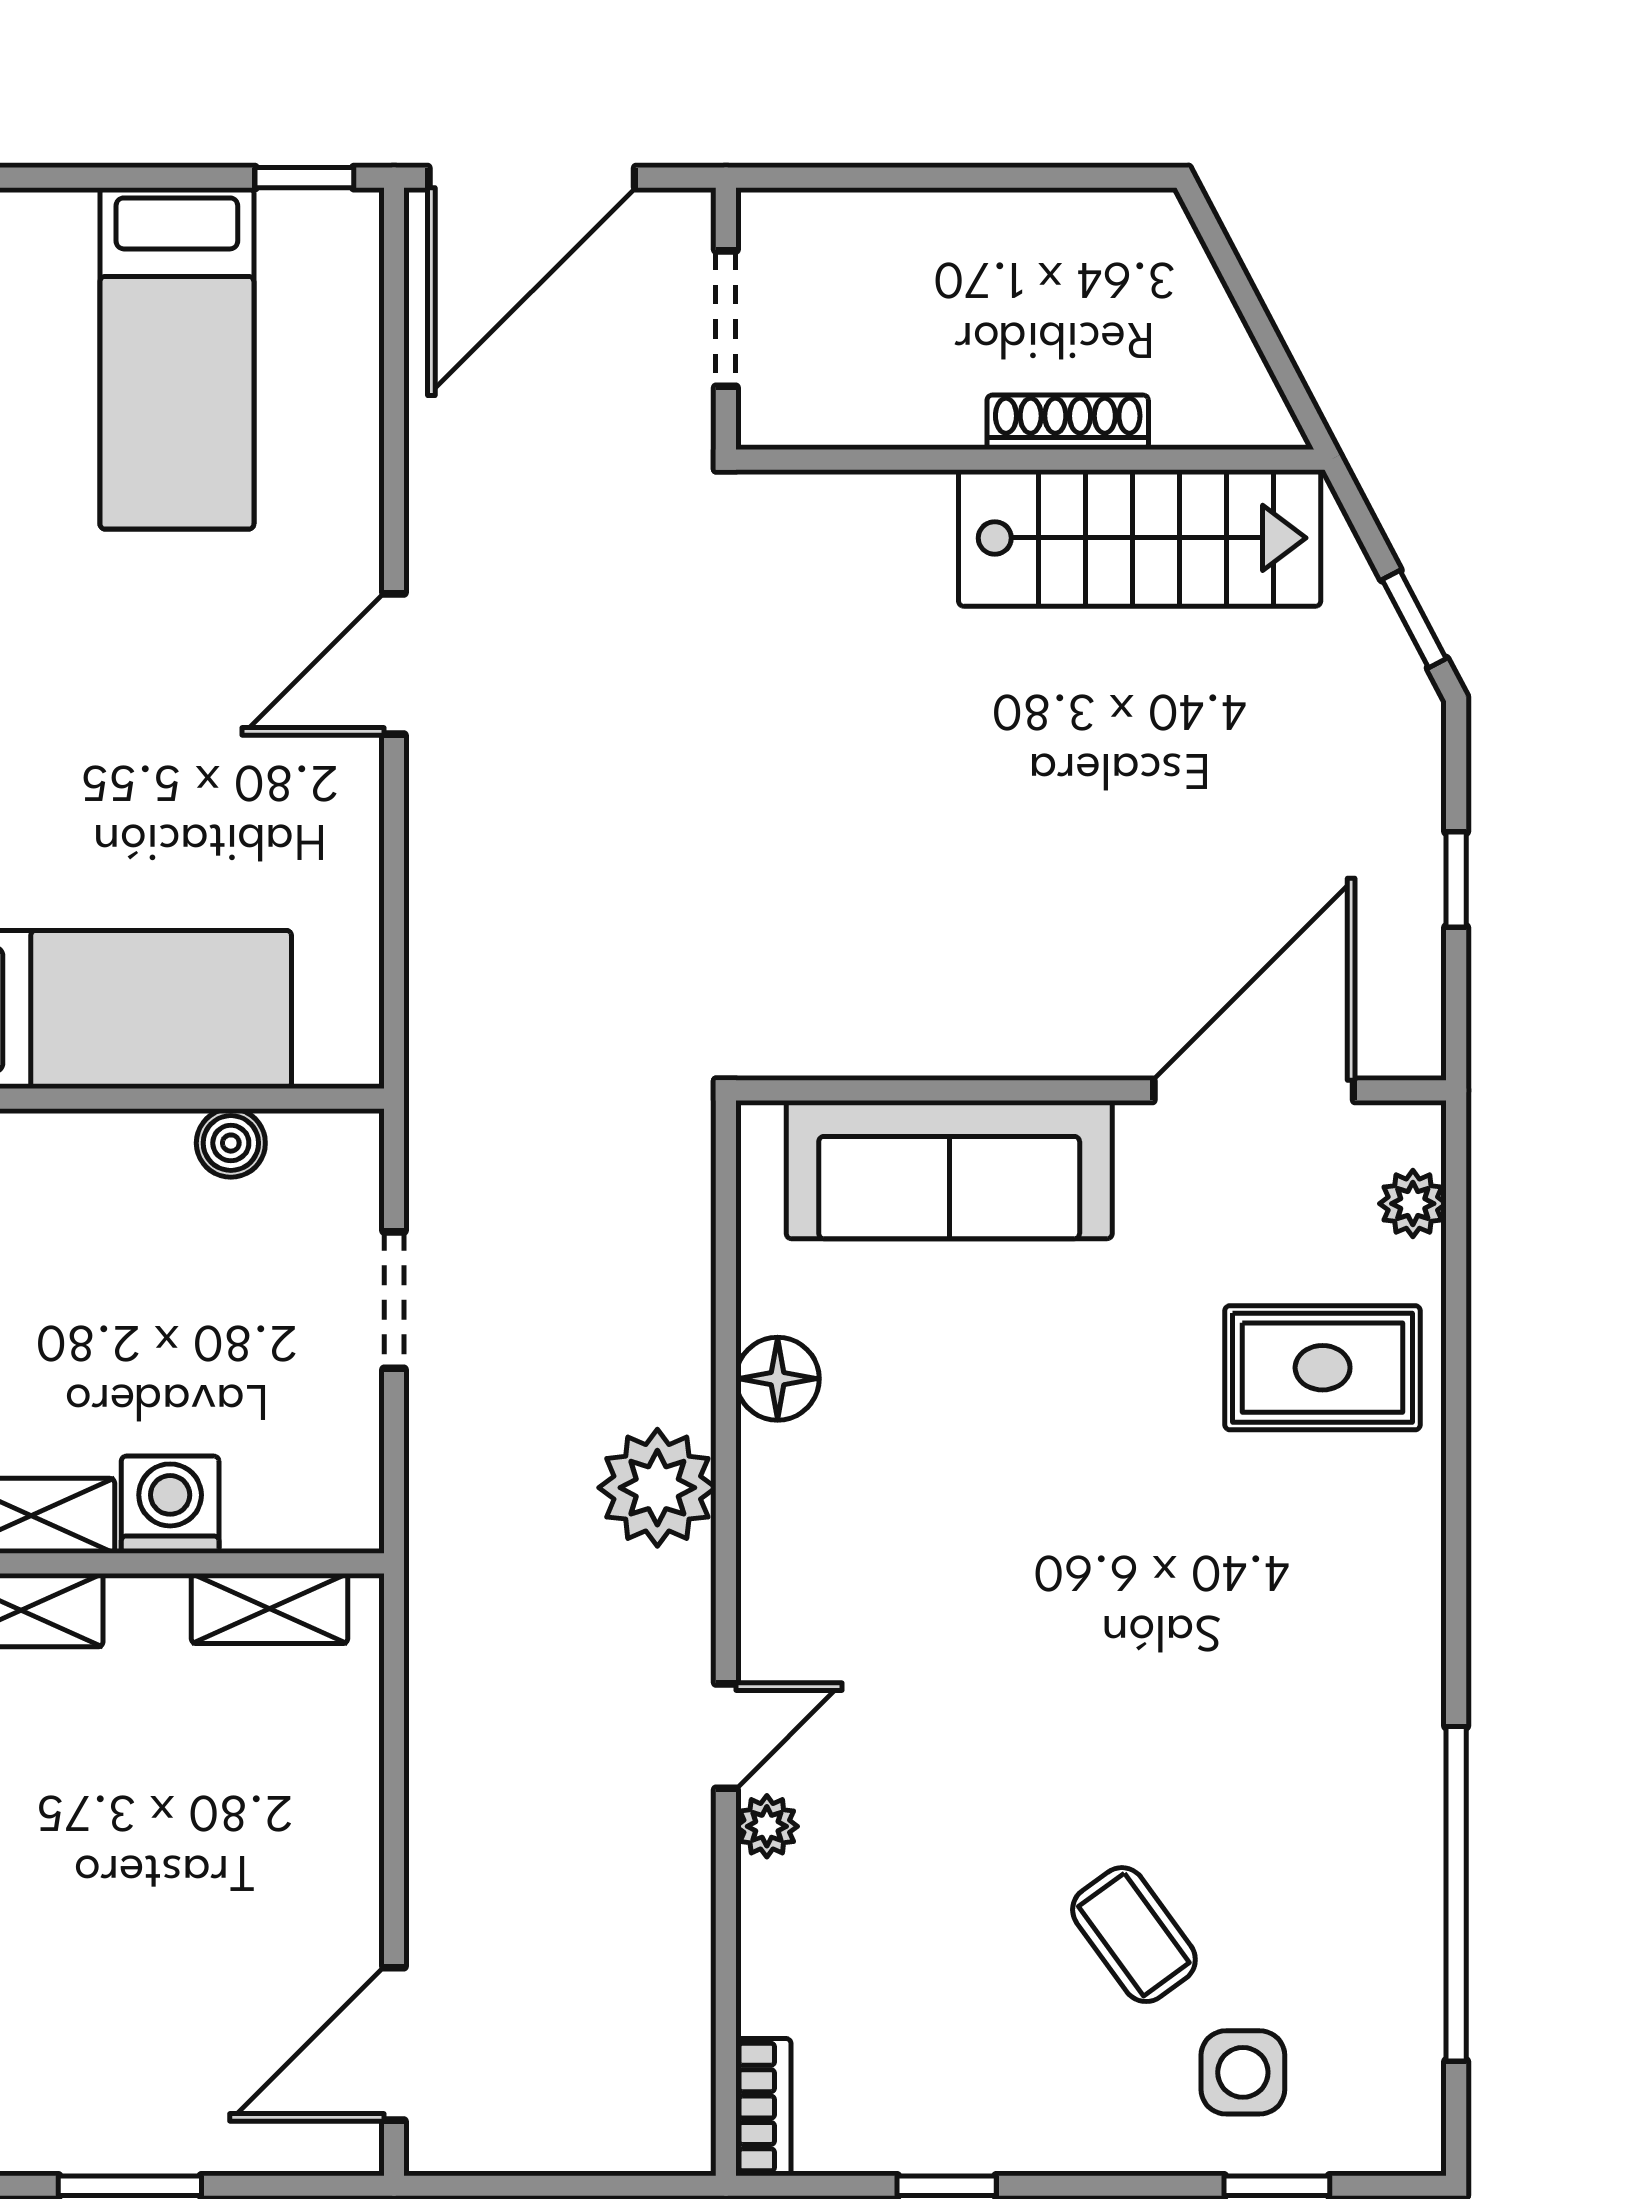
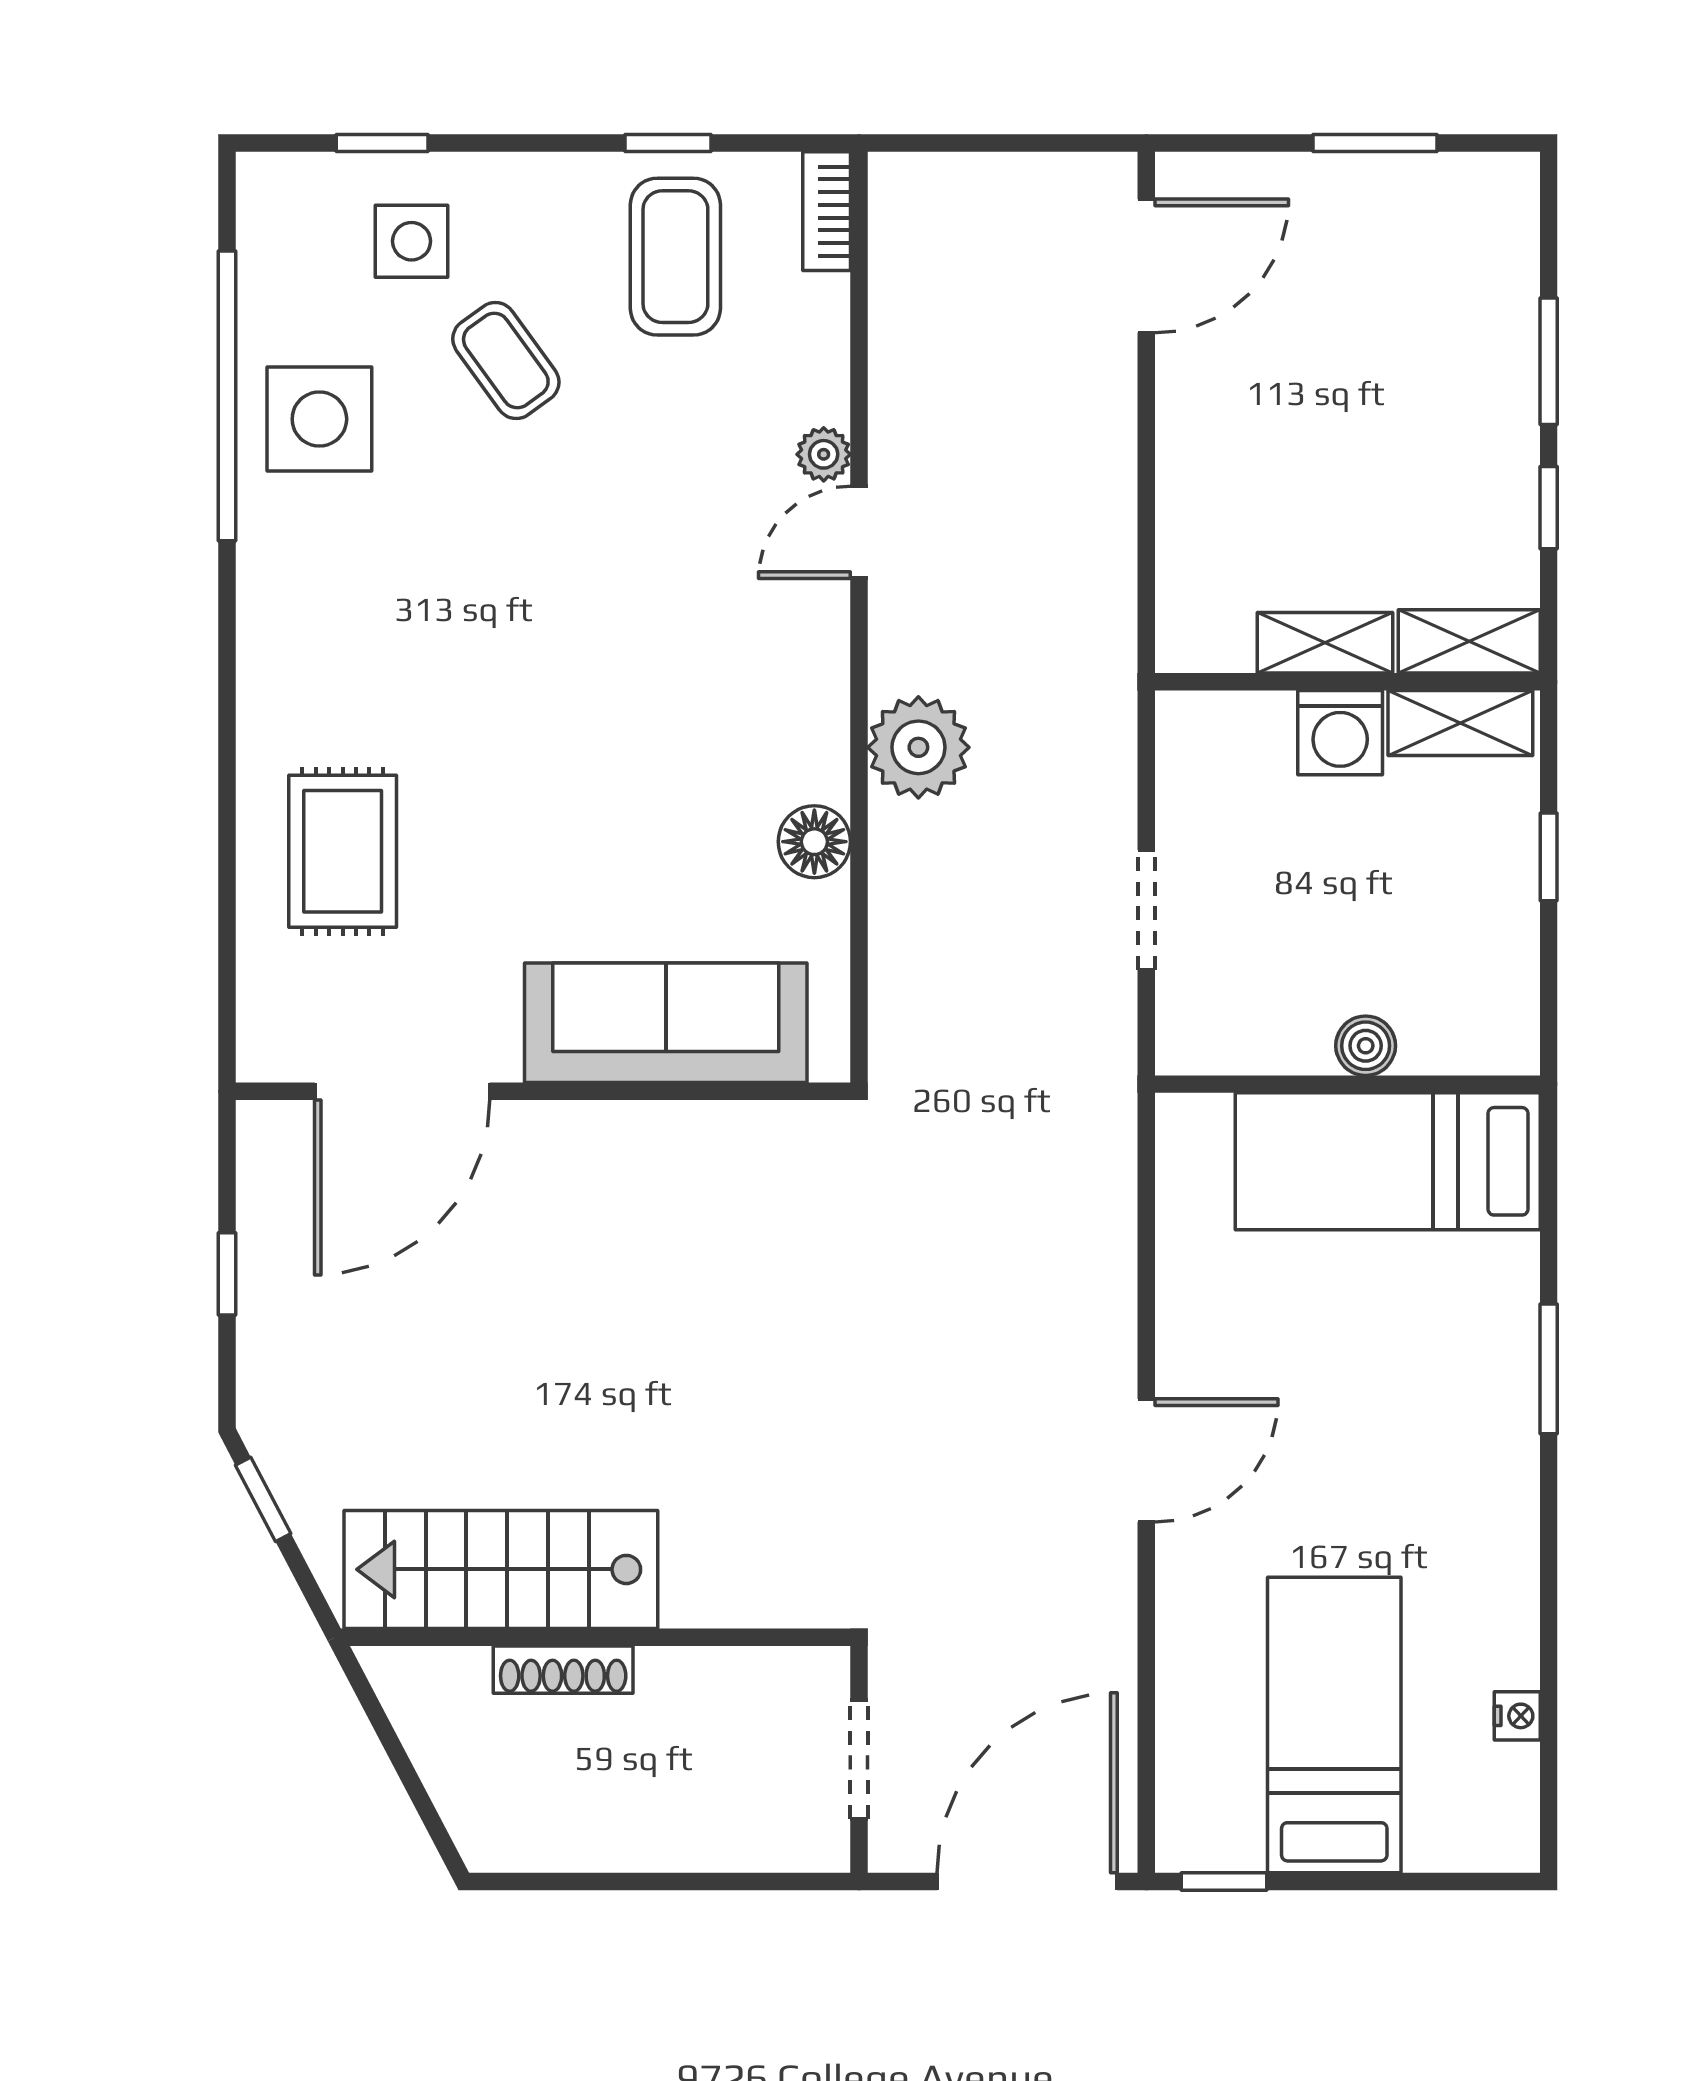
boiler: (231, 1143) -> (1366, 1046), moved
plant: (1413, 1204) -> (264, 993), removed
rug: (1323, 1368) -> (343, 851), turned 90
shelving: (269, 1608) -> (1325, 643), moved
side table: (1349, 1867) -> (319, 419), added
coffee table: (938, 2055) -> (675, 257), added

